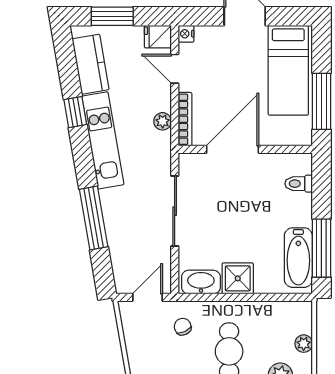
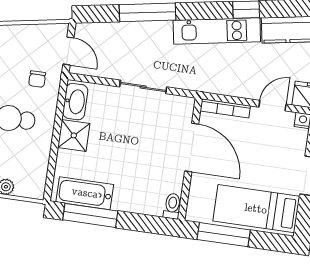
plant: (163, 121) -> (226, 88), removed
toilet: (299, 184) -> (172, 206), moved
sliding door: (175, 211) -> (143, 87), width x0.73
chair: (183, 327) -> (37, 79), turned 114

